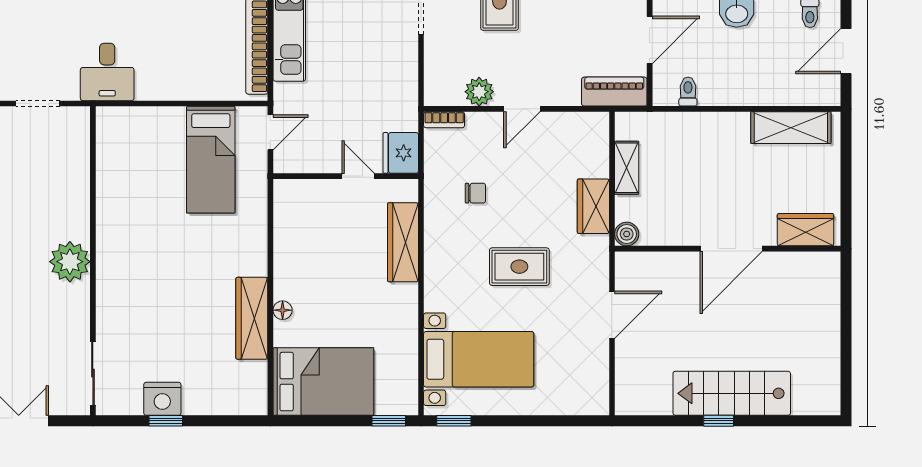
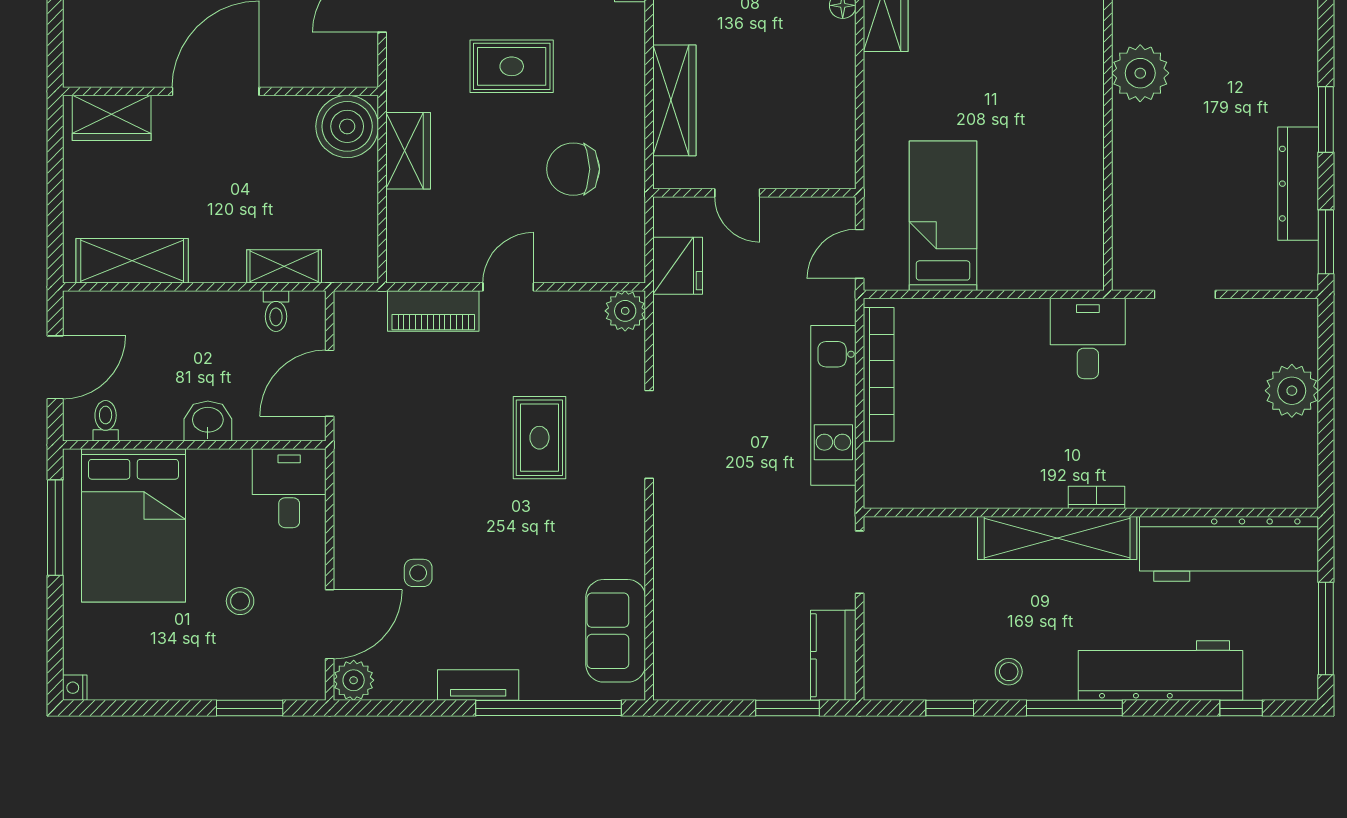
plant: (479, 92) -> (625, 311), moved
piano: (614, 92) -> (433, 311), moved
bookcase: (444, 120) -> (617, 272), removed
fridge: (401, 153) -> (678, 266), moved
shelving: (627, 168) -> (284, 266), moved, turned 90
chair: (475, 193) -> (573, 169), width x1.87, depth x1.87
boiler: (627, 234) -> (347, 126), width x1.86, depth x1.86

